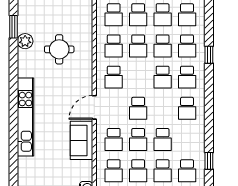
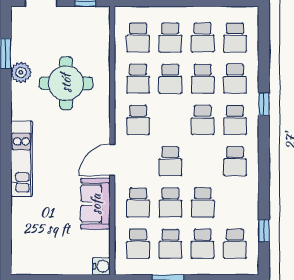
round table: (59, 49) -> (66, 83), width x1.36, depth x1.36
window: (209, 55) -> (264, 104), moved
kitchen unit: (25, 117) -> (21, 159), width x0.73

